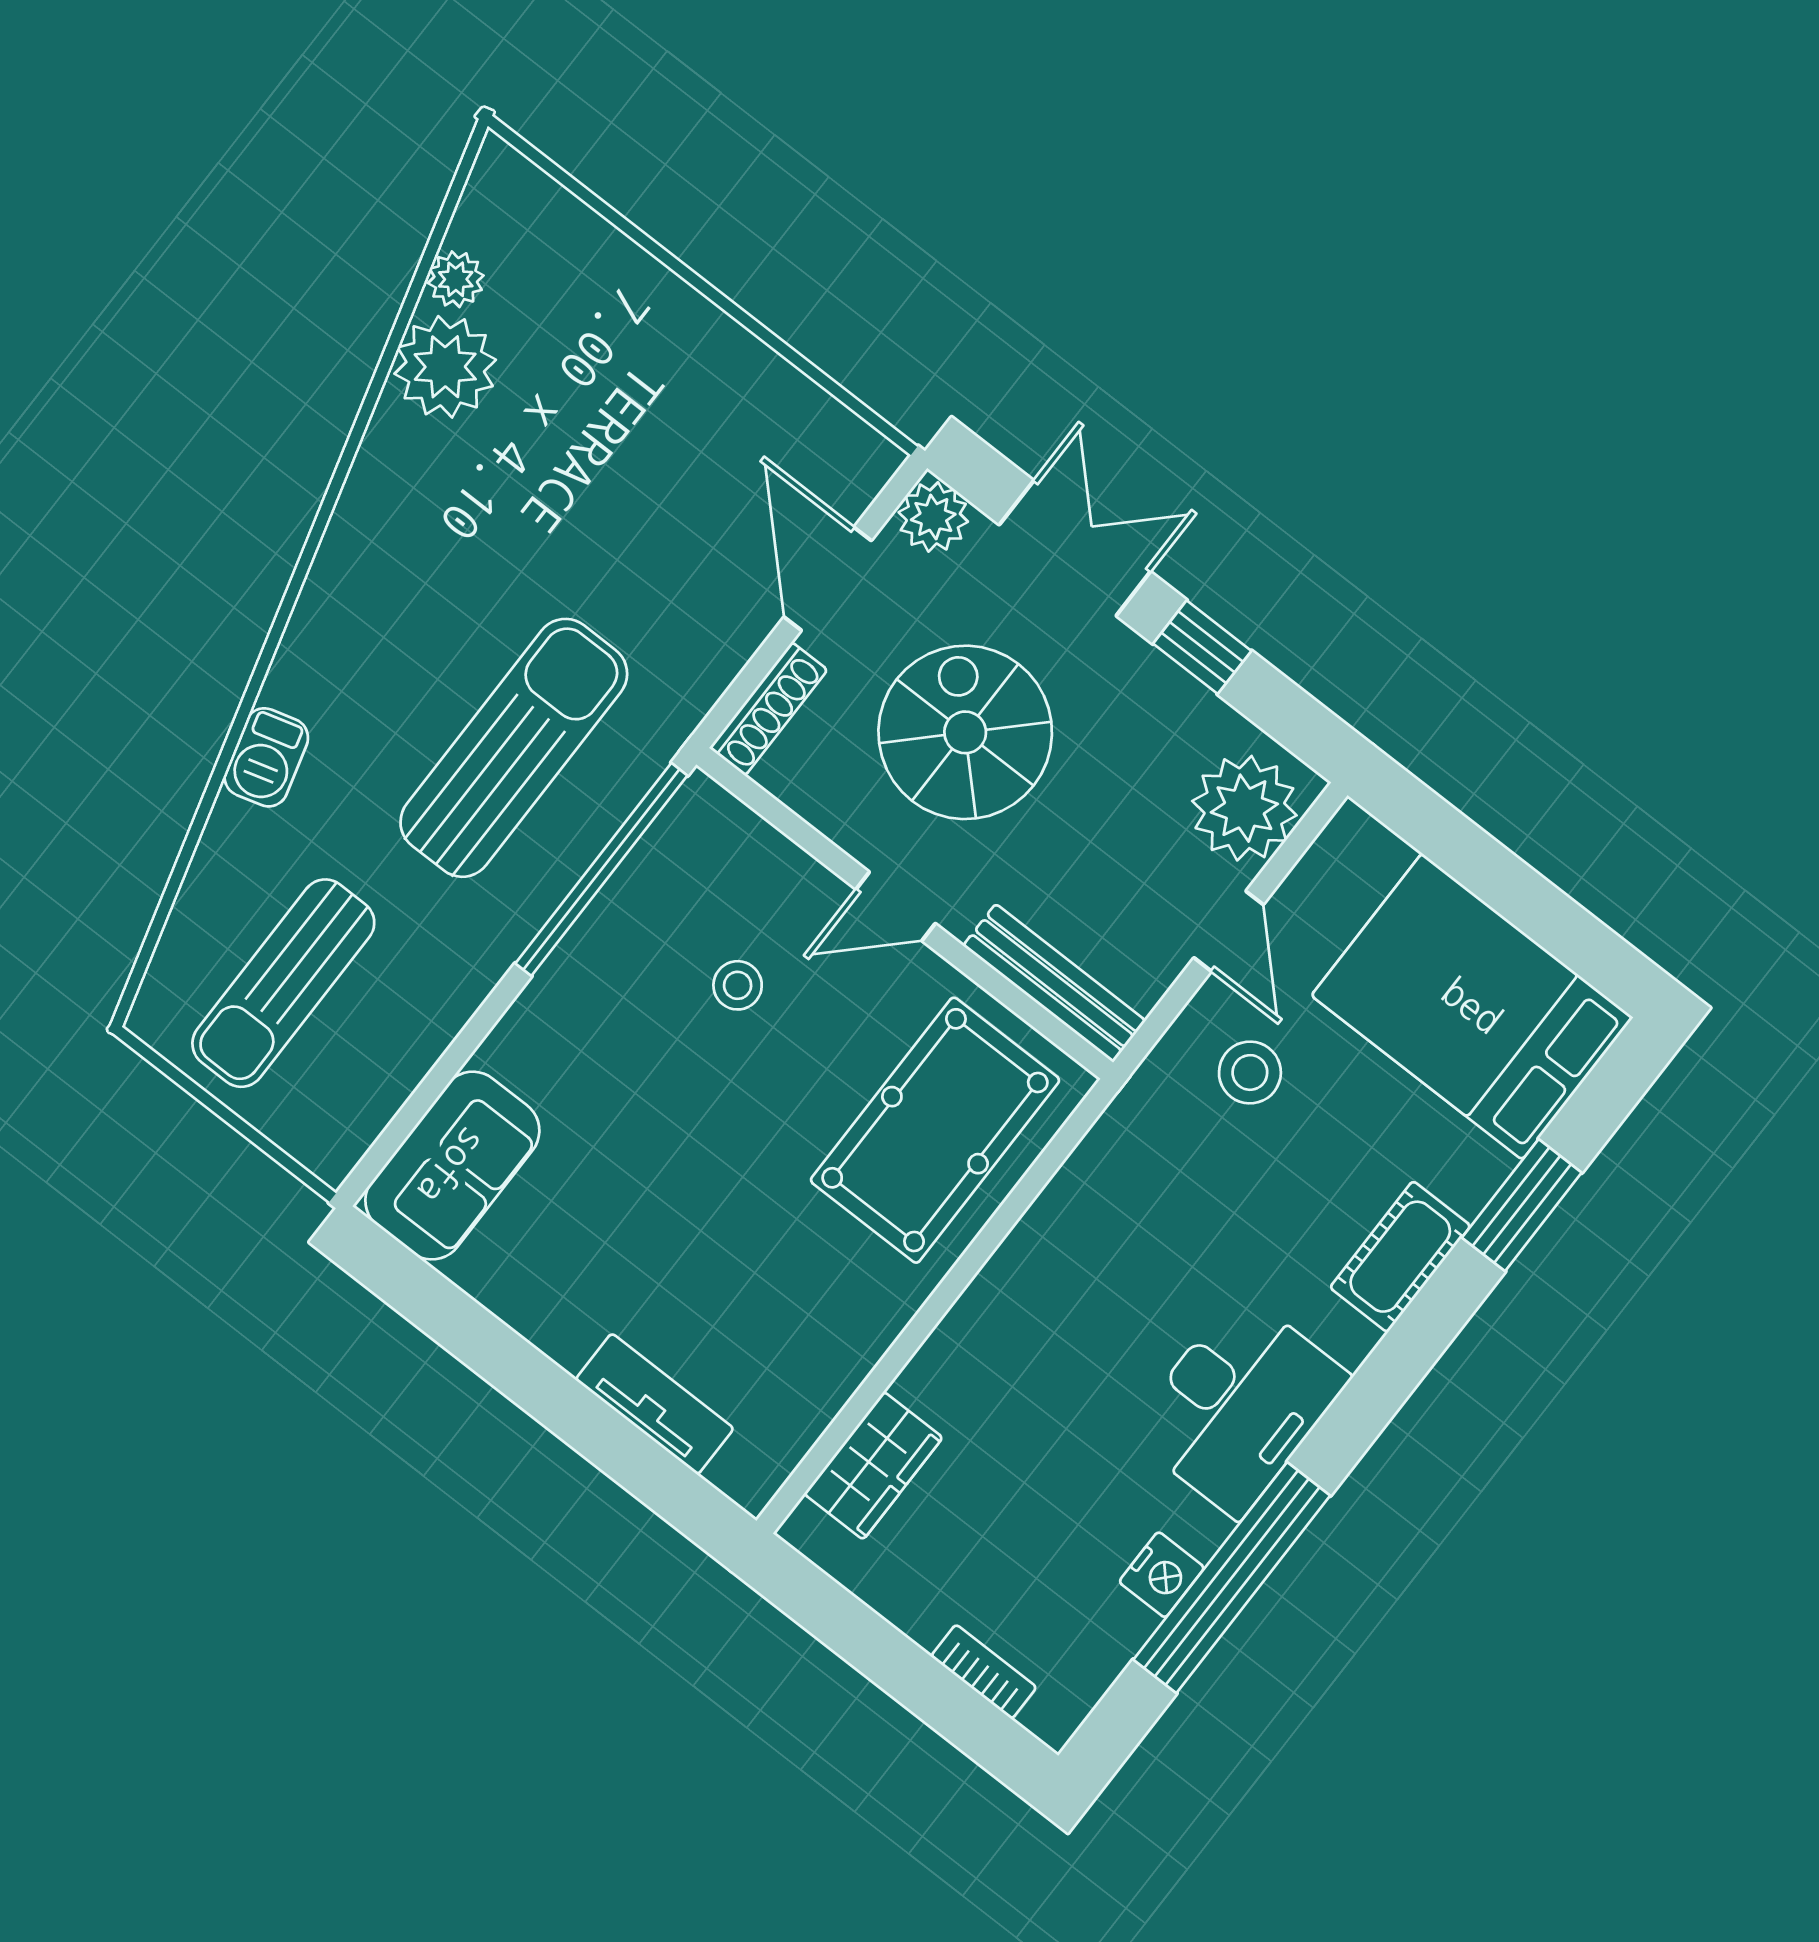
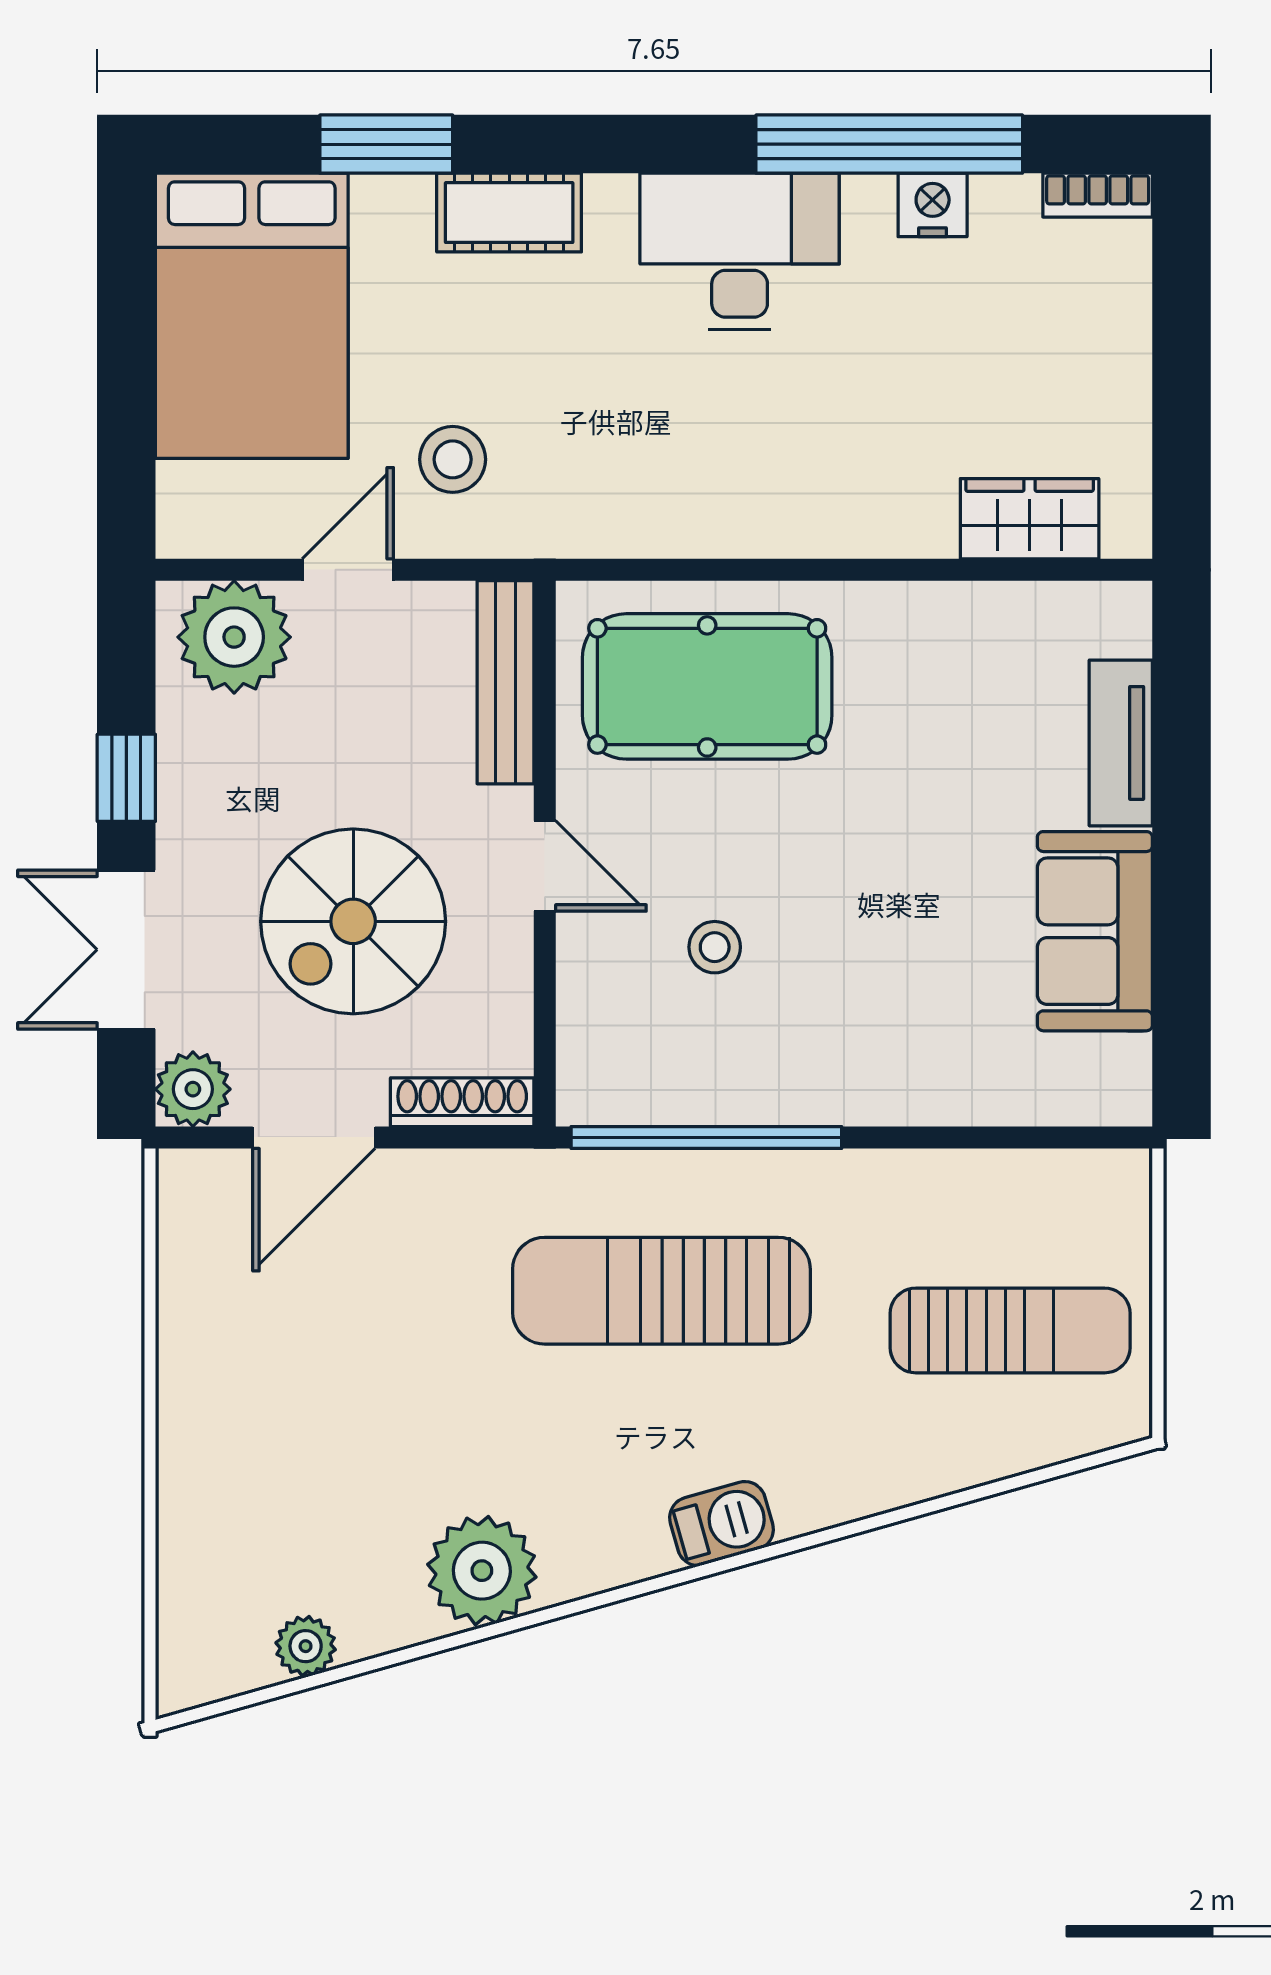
plant: (445, 367) -> (482, 1571), moved
barbecue: (266, 757) -> (721, 1524), moved
sofa: (452, 1166) -> (1095, 931), moved, turned -90
bookcase: (984, 1672) -> (1098, 195), moved, turned -90

